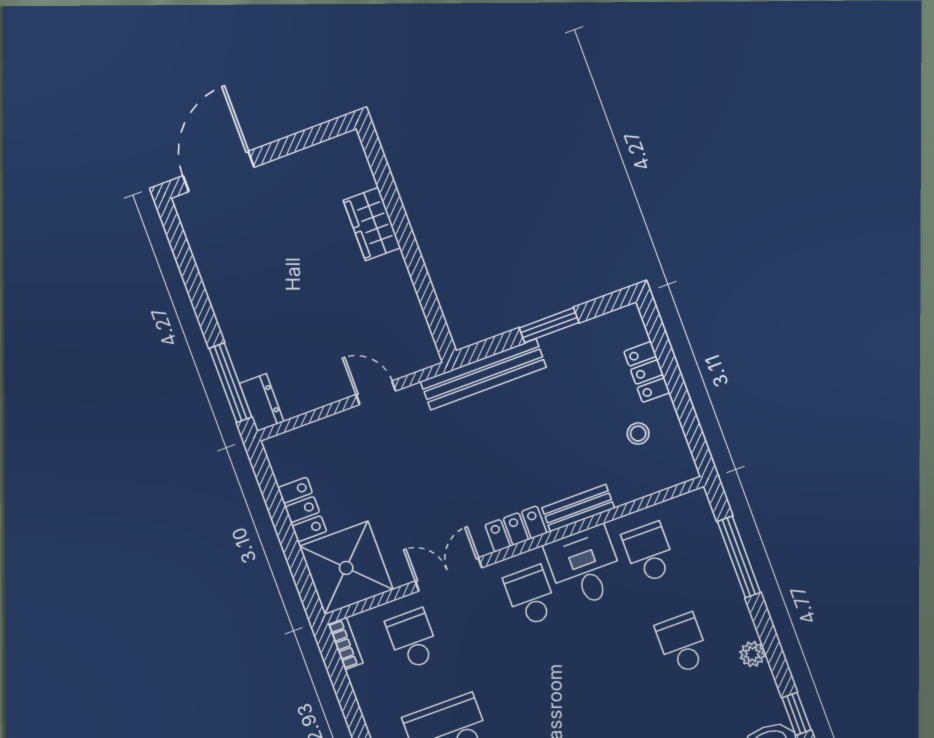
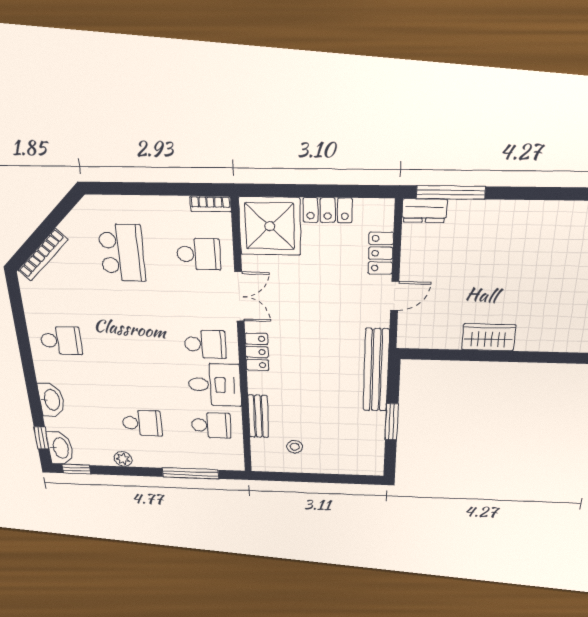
wardrobe: (372, 224) -> (489, 337), moved
locker: (647, 372) -> (381, 253), moved, turned -90
bench: (578, 508) -> (258, 416), moved

